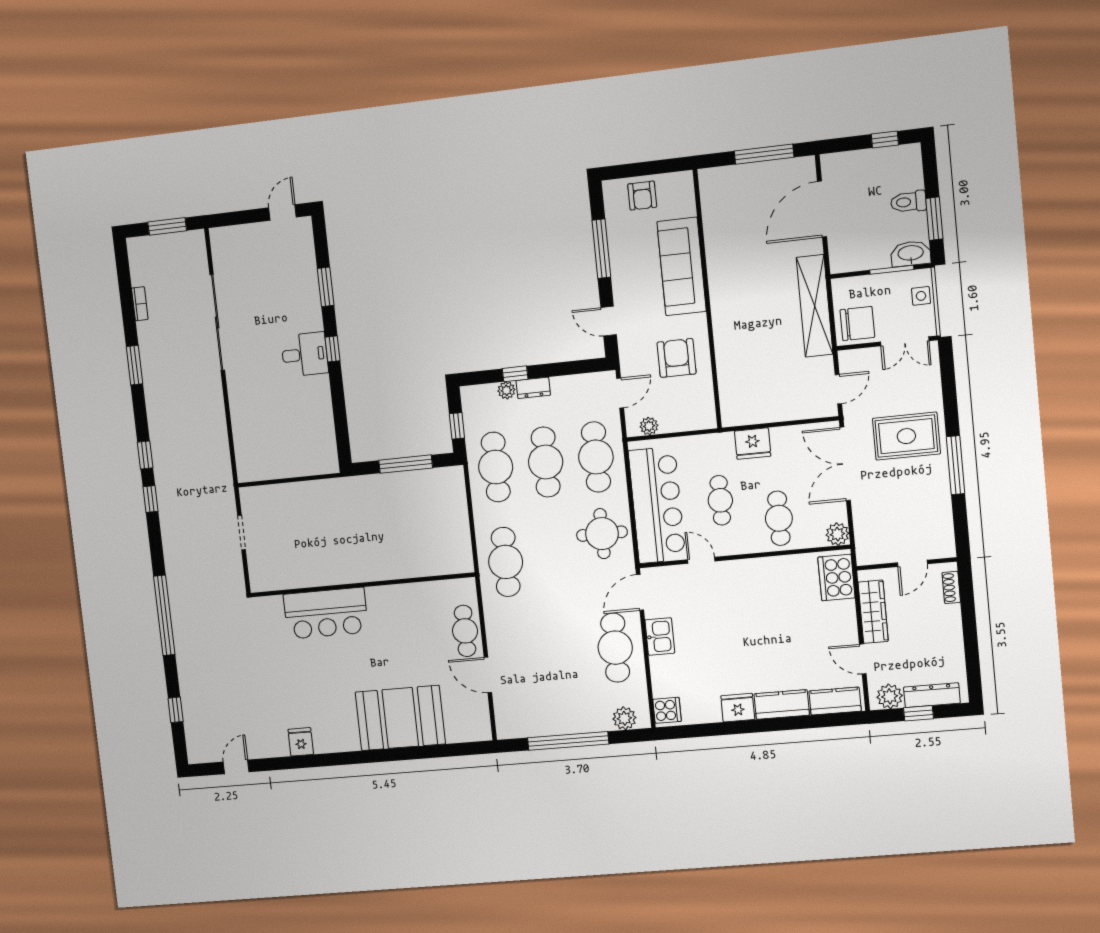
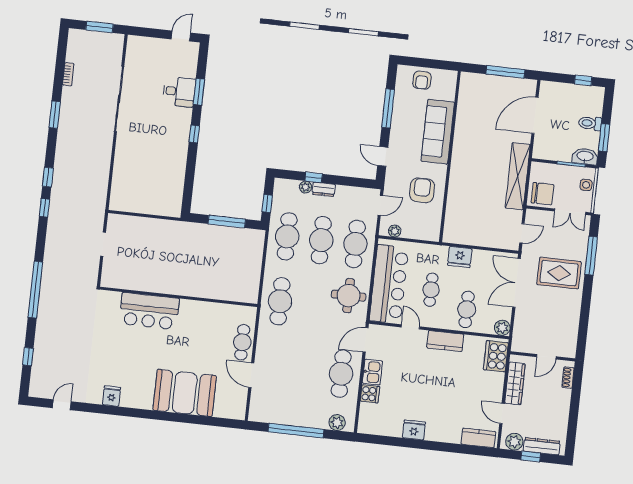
desk: (305, 354) -> (179, 92), moved
window: (956, 465) -> (591, 256), moved
kitchen counter: (782, 704) -> (445, 341), moved, turned 180
cooker: (667, 710) -> (370, 394), moved

